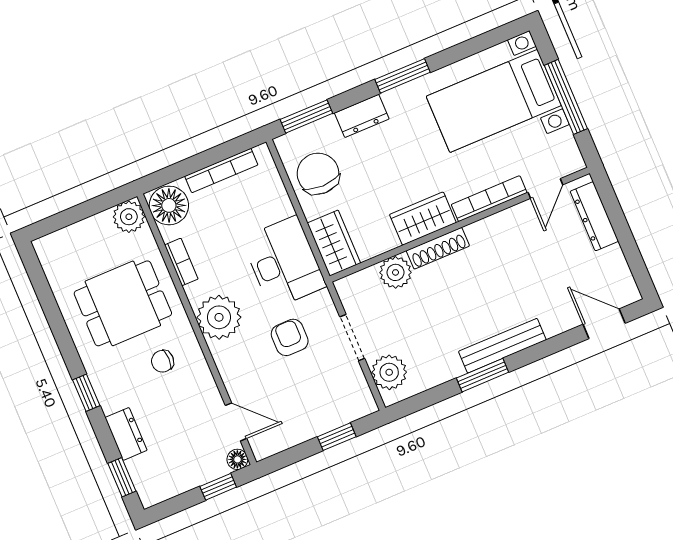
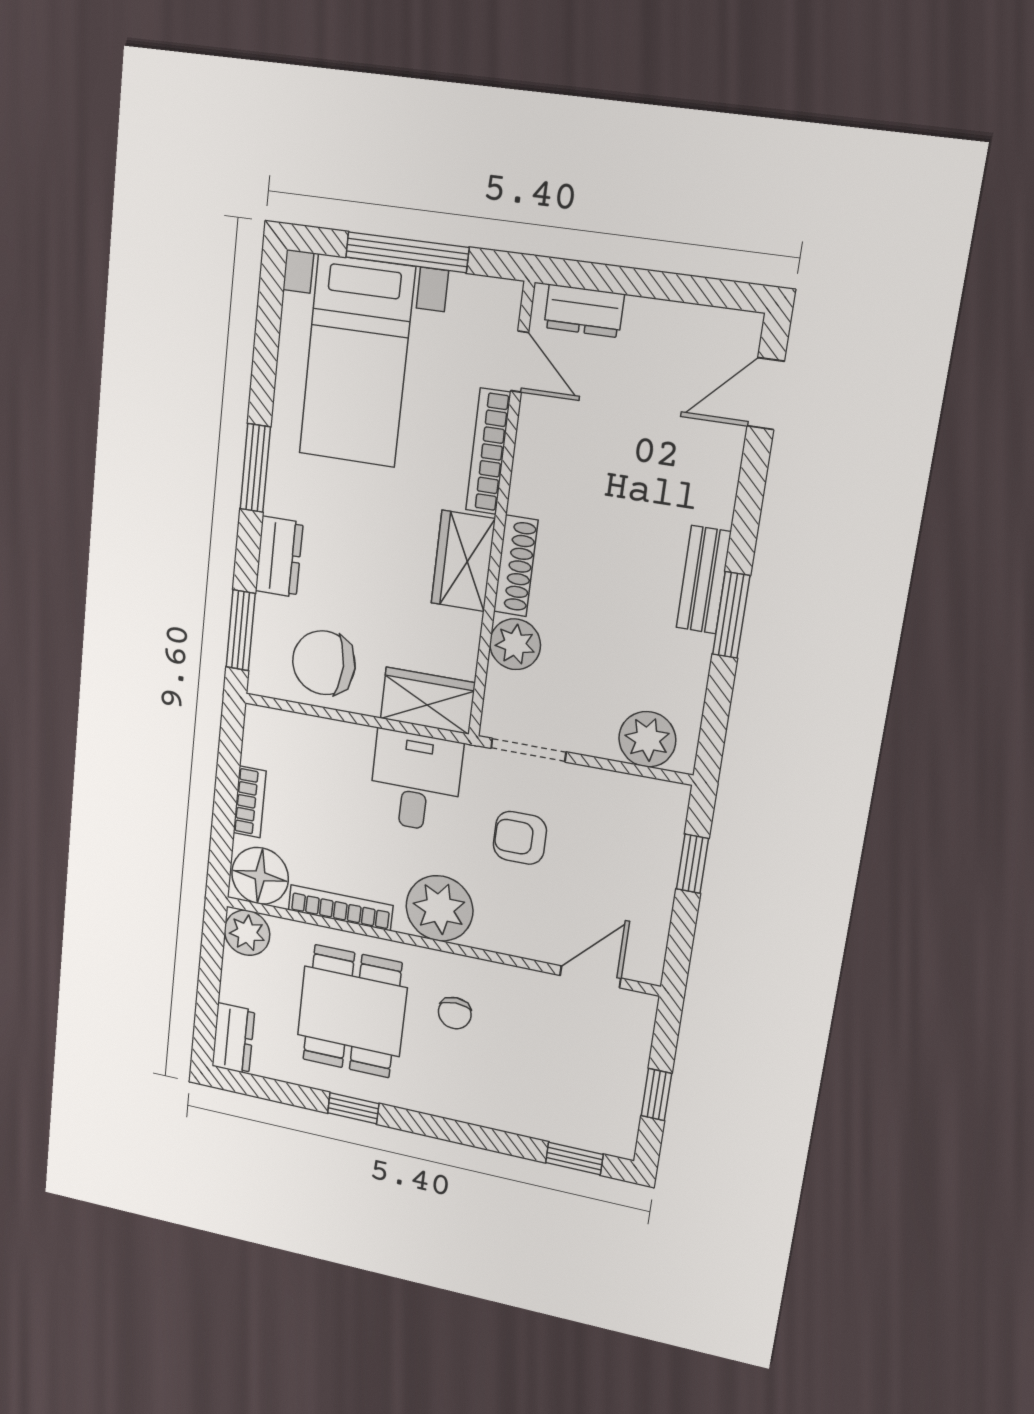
bookcase: (221, 171) -> (250, 802), width x0.64
dresser: (594, 216) -> (584, 311), width x0.70
bookcase: (181, 262) -> (341, 908), width x1.56
desk: (284, 262) -> (416, 781), width x0.73
doorway: (352, 338) -> (528, 750), moved
bench: (502, 346) -> (704, 580), width x0.73
window: (86, 393) -> (353, 1108), moved
dresser: (126, 434) -> (233, 1038), moved, turned 90
floor lamp: (237, 459) -> (642, 1007), removed
window: (218, 487) -> (656, 1095), moved

